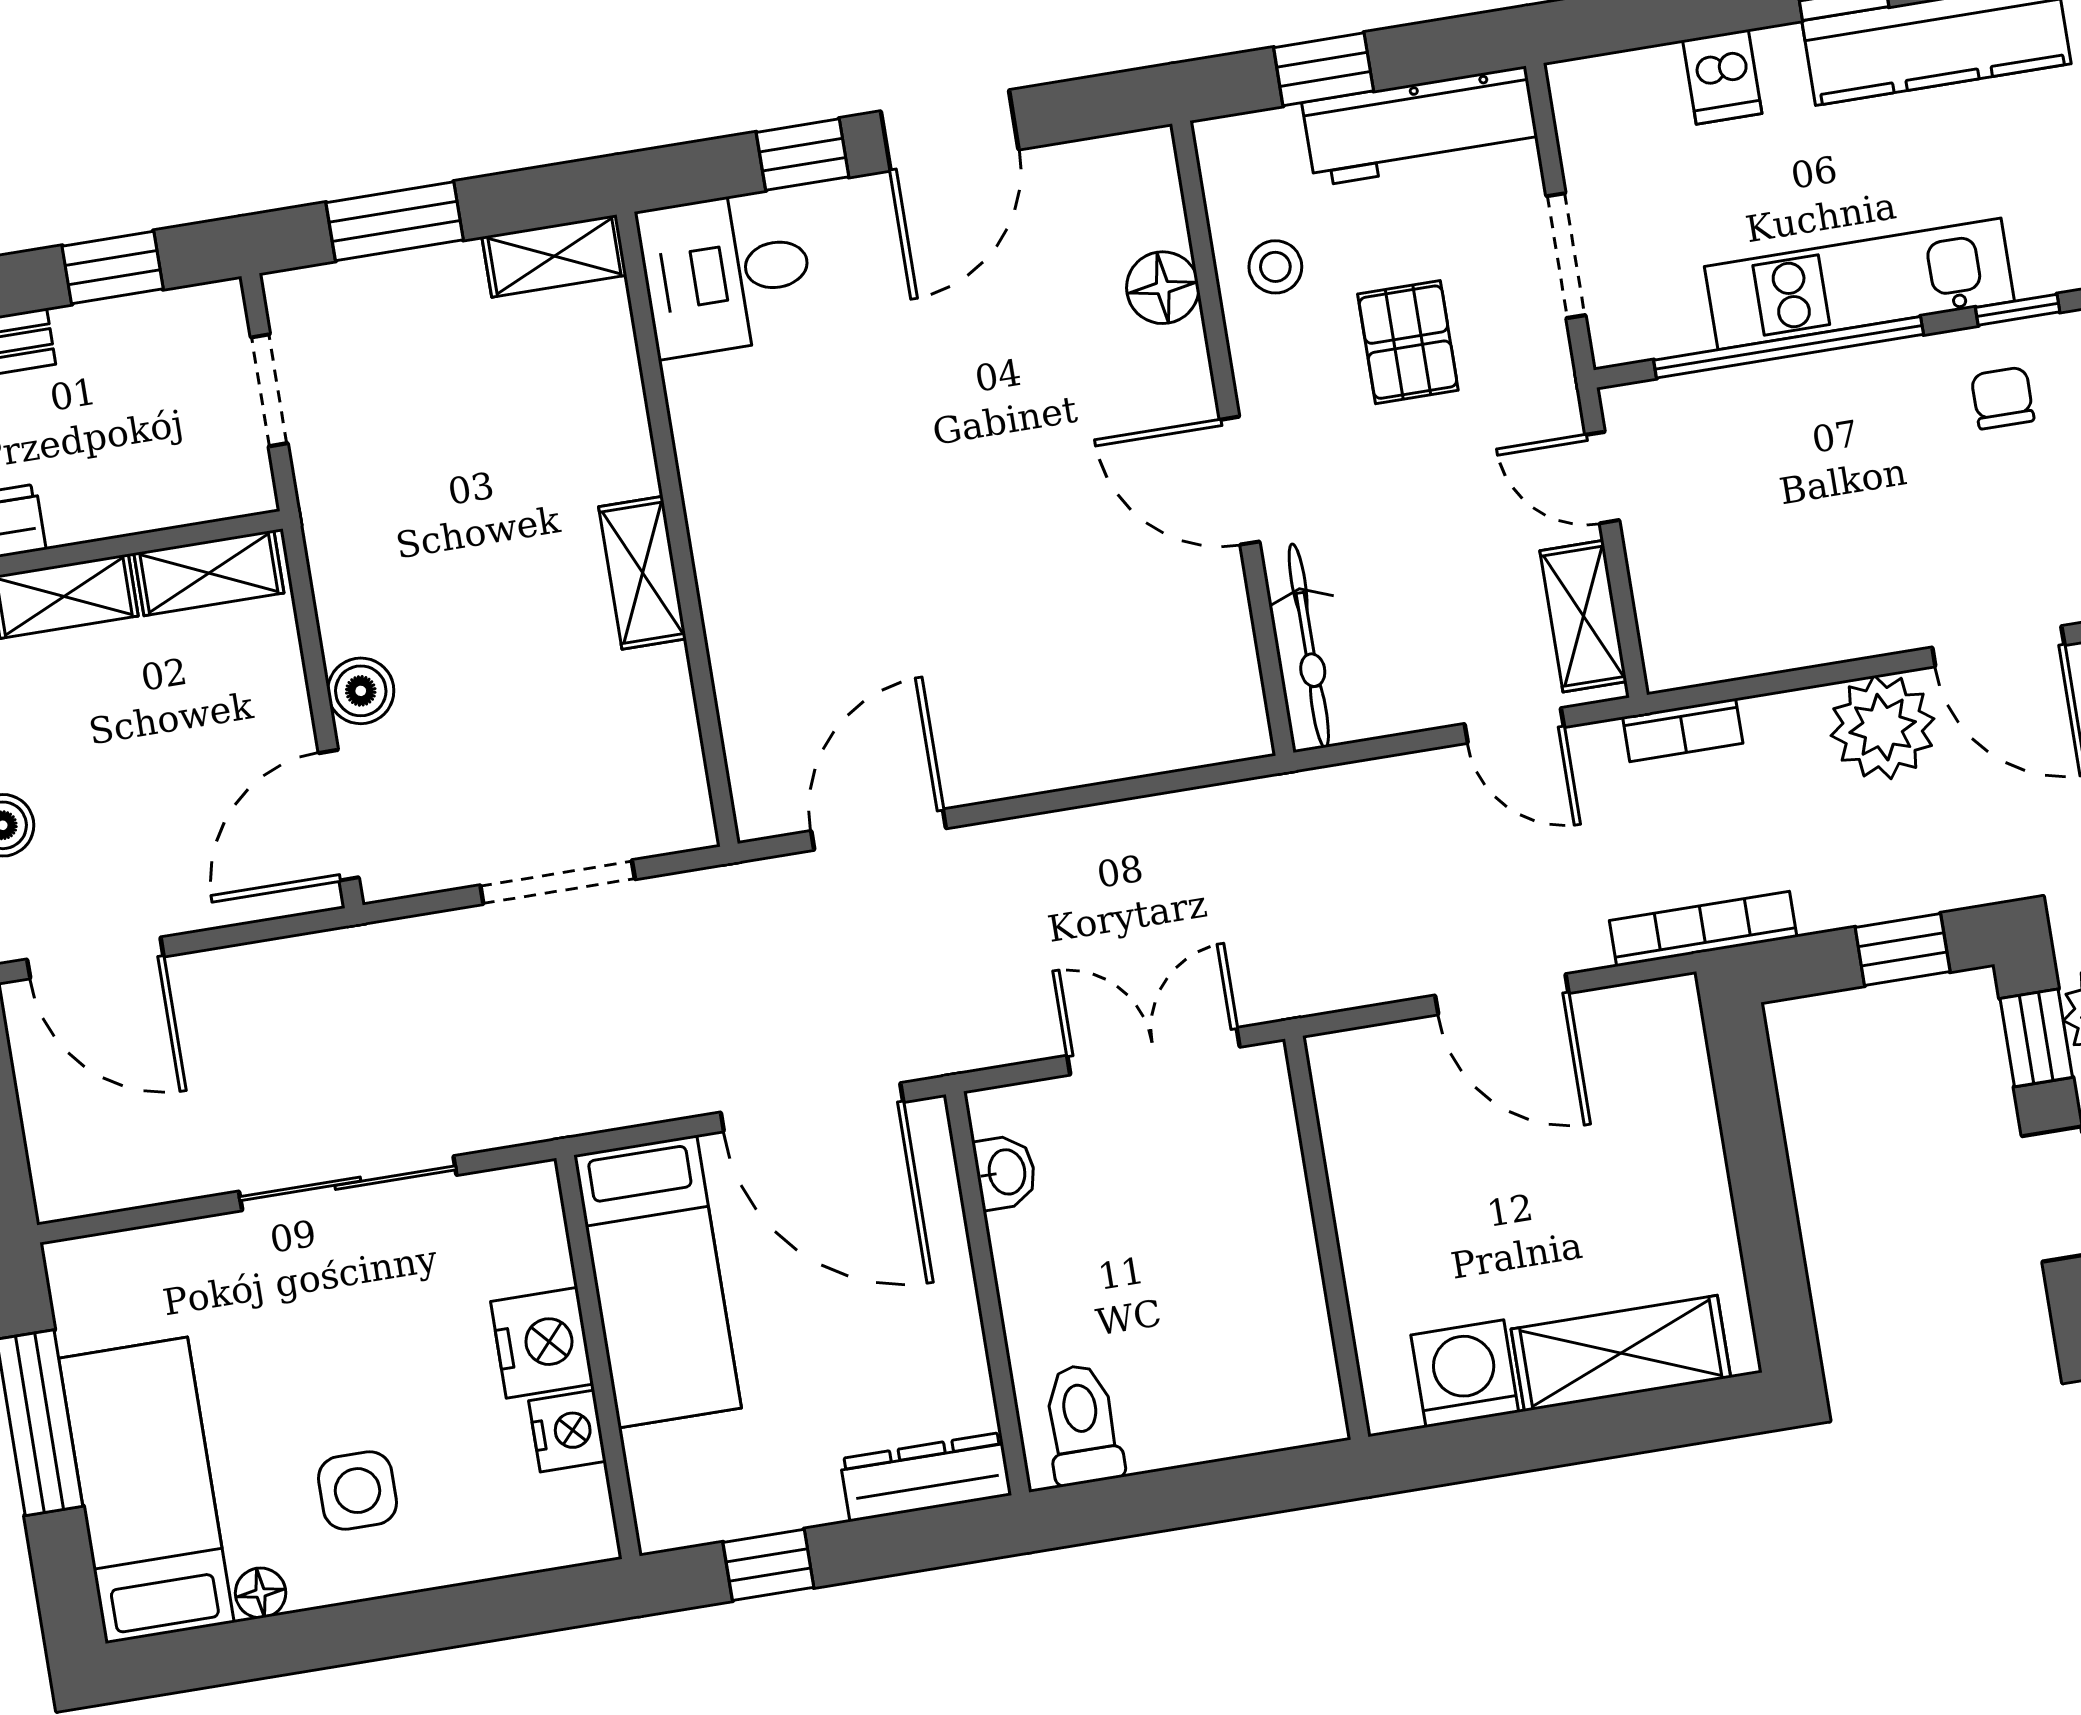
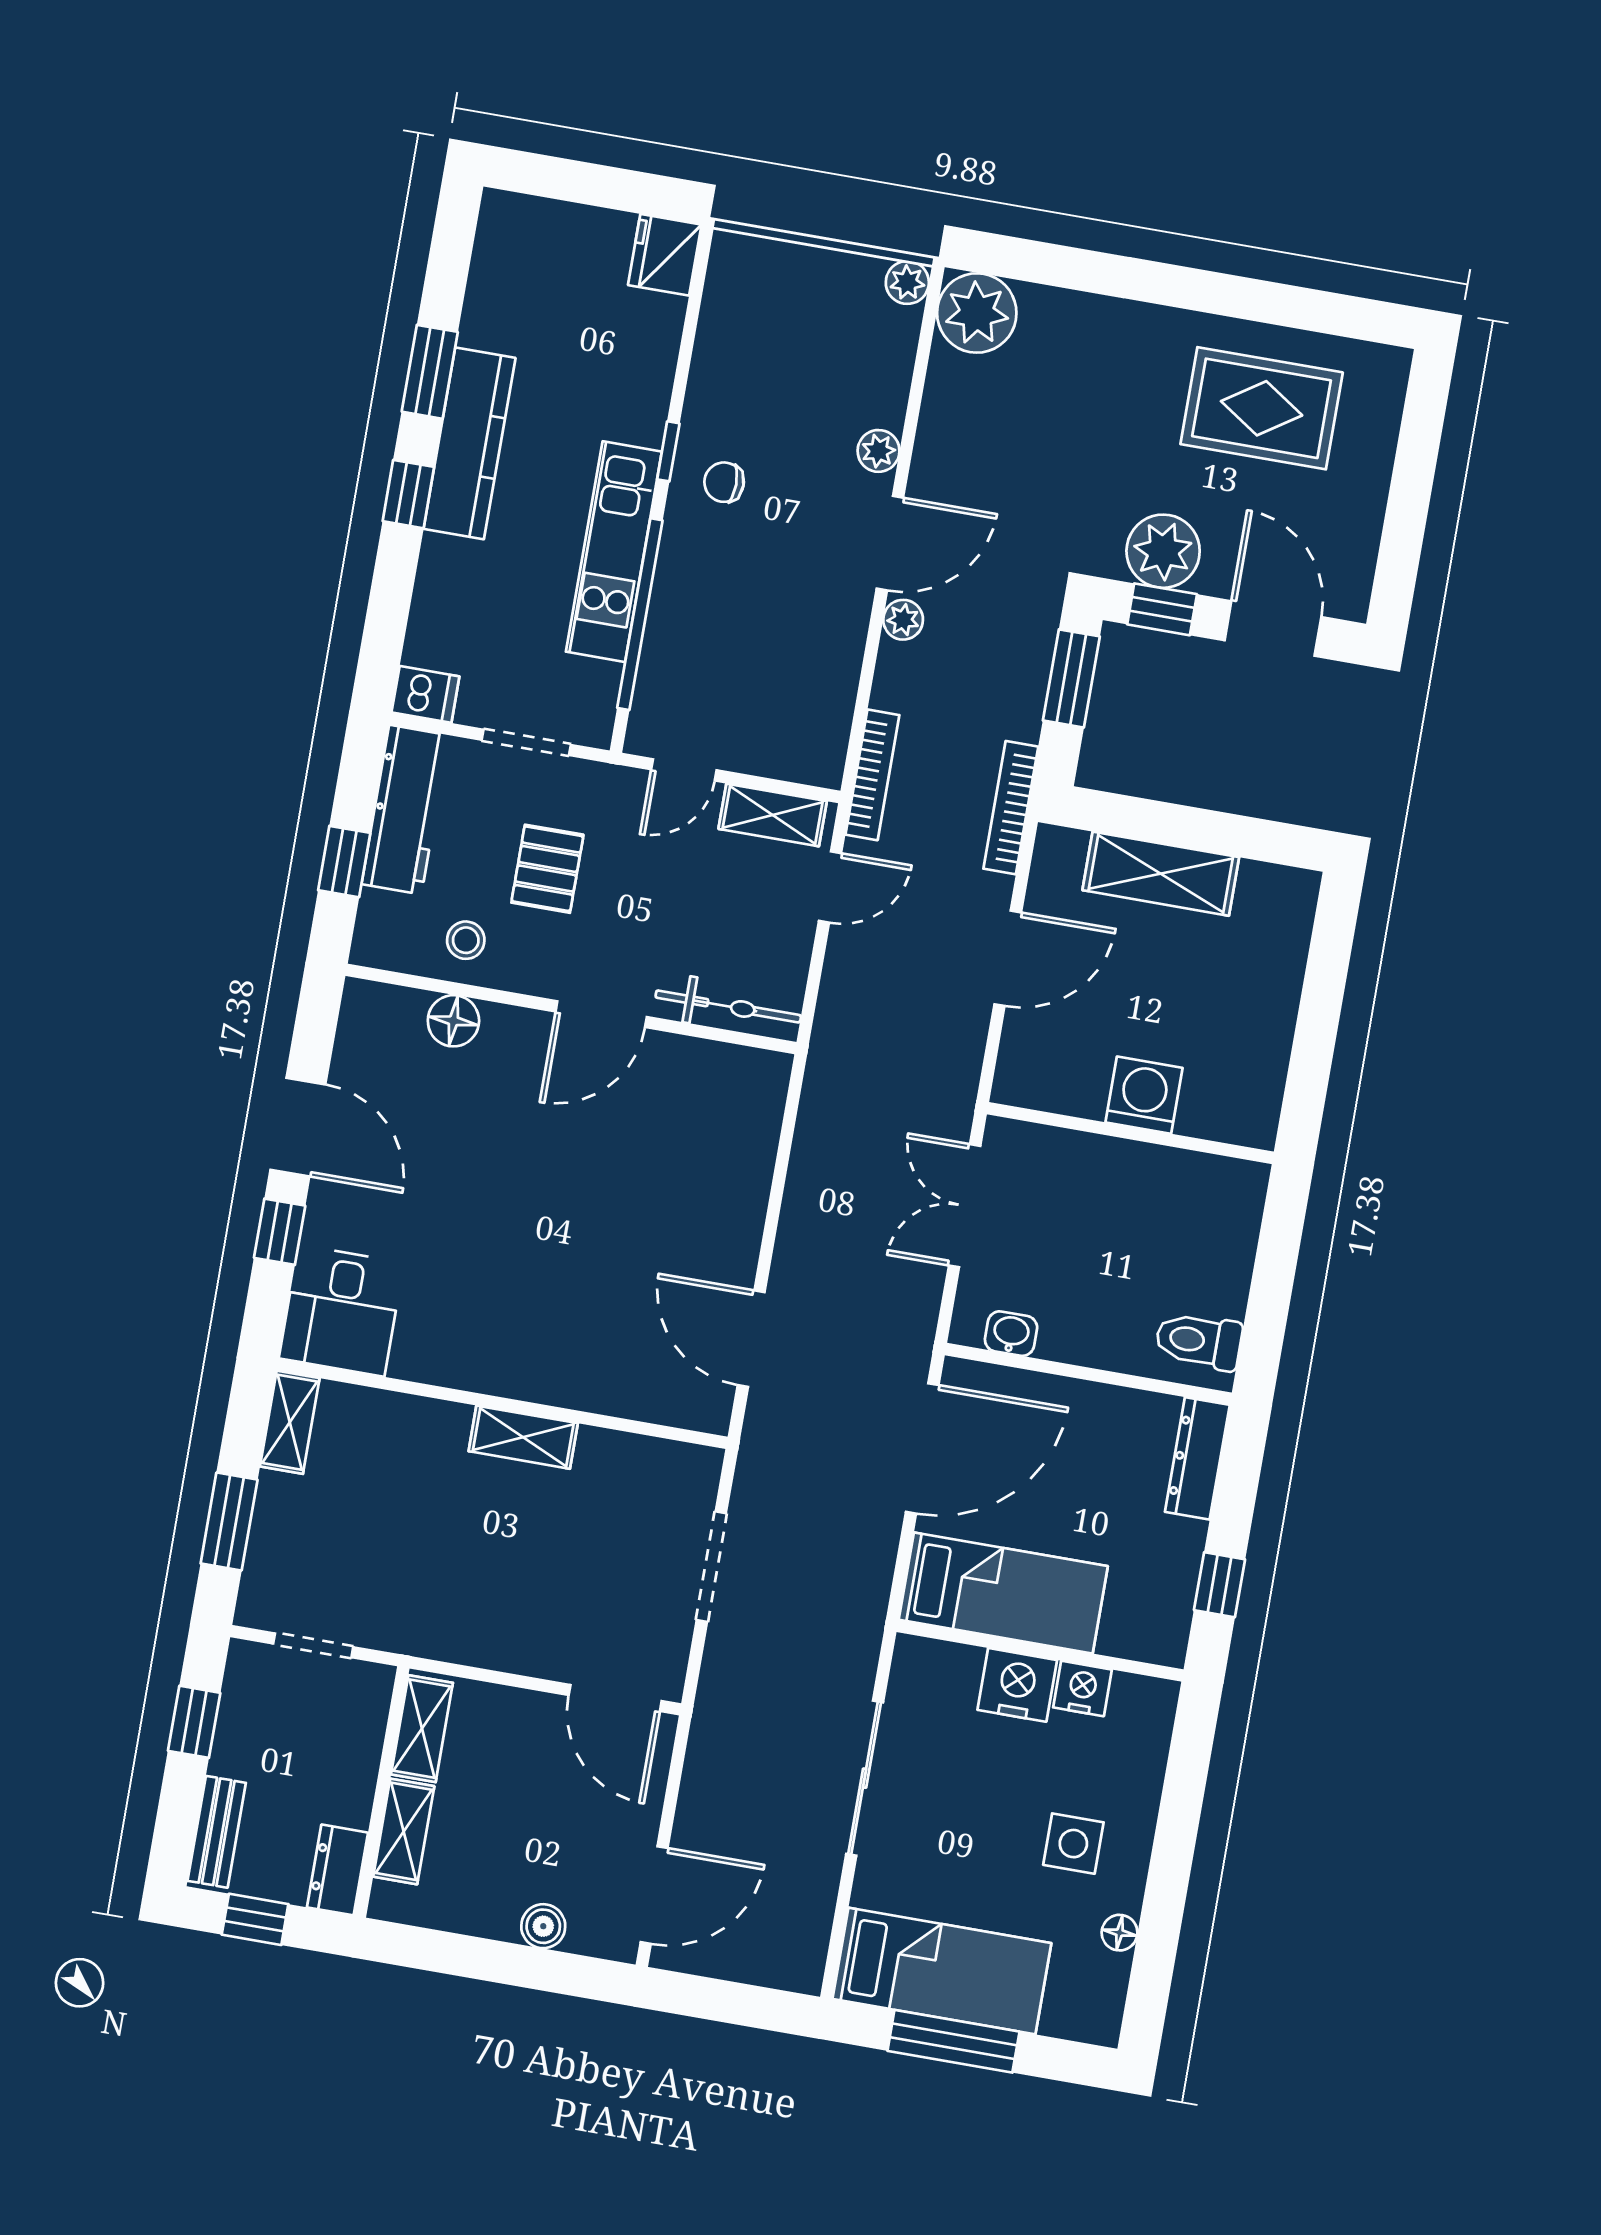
dishwasher: (1722, 77) -> (425, 694), moved
pallet: (1408, 342) -> (547, 869), turned 90
boiler: (361, 691) -> (537, 1654), removed
plant: (1883, 727) -> (903, 620), width x0.53, depth x0.53
bookcase: (1683, 730) -> (872, 775), width x1.56
window: (1903, 949) -> (1071, 678), width x1.50
shelving: (1621, 1353) -> (1161, 874), moved, turned 90
washing machine: (1465, 1374) -> (1144, 1095), moved, turned 90
bed: (146, 1490) -> (942, 1971), moved, turned 180

